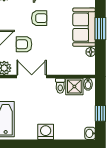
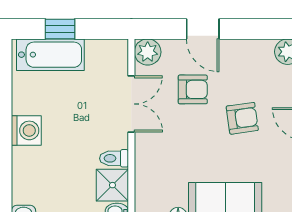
armchair: (39, 18) -> (242, 118), turned -98
armchair: (24, 44) -> (193, 89), turned 90

